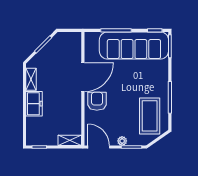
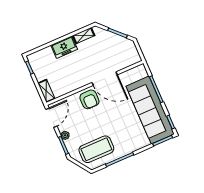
armchair: (97, 101) -> (89, 99), turned 90

